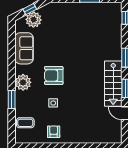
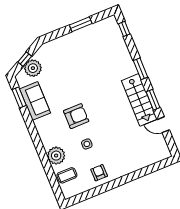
armchair: (54, 75) -> (76, 116), turned 180
plant: (23, 82) -> (56, 156), moved
window: (12, 100) -> (19, 97), moved

